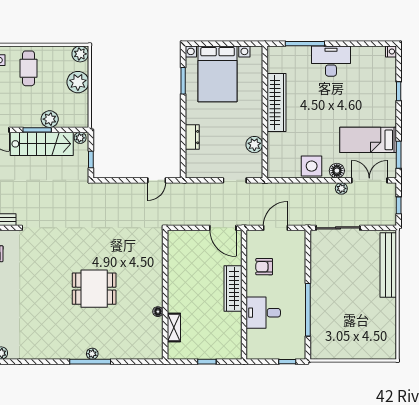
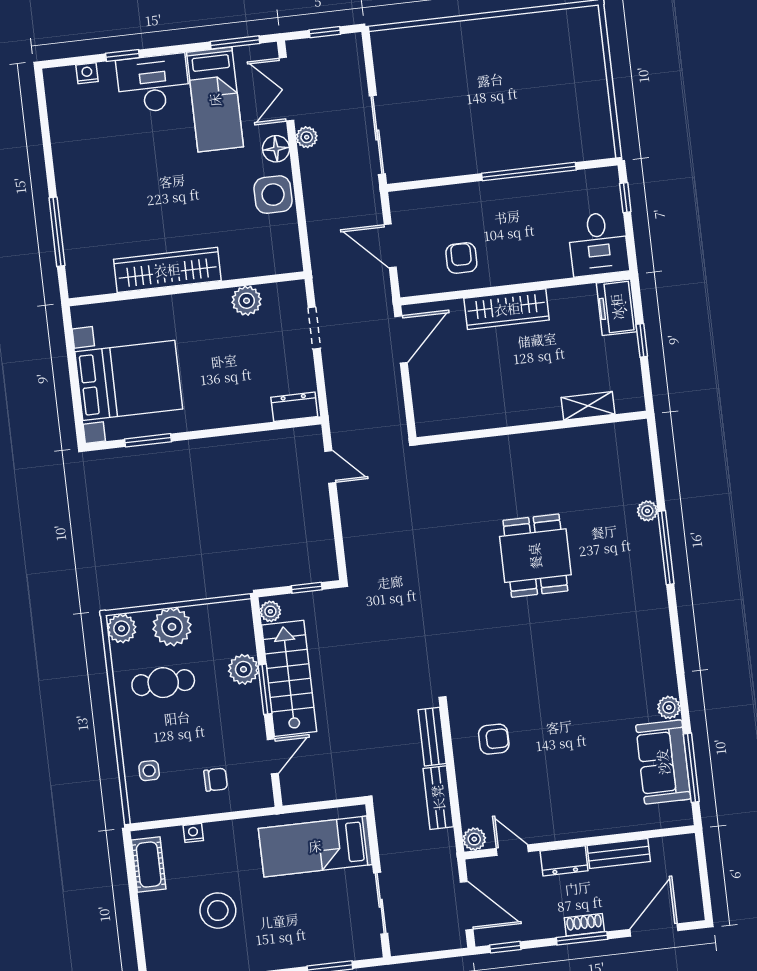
nightstand: (391, 51) -> (87, 73), moved
desk: (331, 61) -> (153, 83), moved, turned 90
cafe table: (29, 68) -> (163, 683), moved
dresser: (192, 137) -> (294, 407), moved
bench: (388, 265) -> (433, 38), removed
armchair: (264, 267) -> (461, 258), turned 180
floor lamp: (158, 312) -> (563, 437), removed
desk: (263, 313) -> (598, 244), moved
freezer: (227, 350) -> (617, 307), added
plant: (92, 354) -> (647, 511), moved

